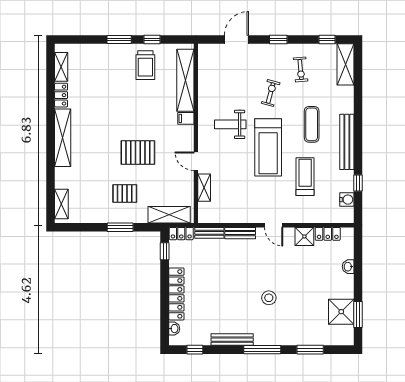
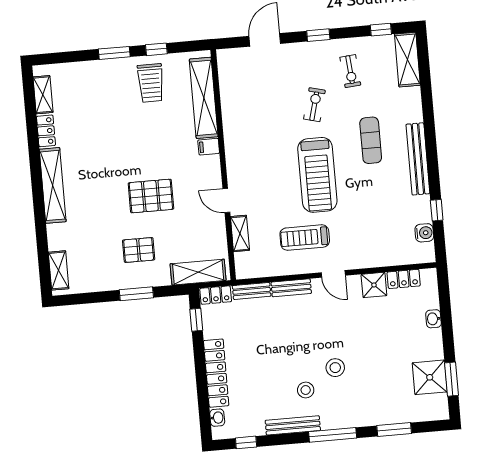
weight bench: (230, 124) -> (266, 149), removed
treadmill: (305, 177) -> (305, 238), moved, turned -90
stool: (244, 313) -> (306, 390), added

